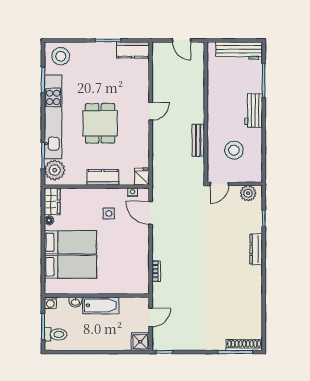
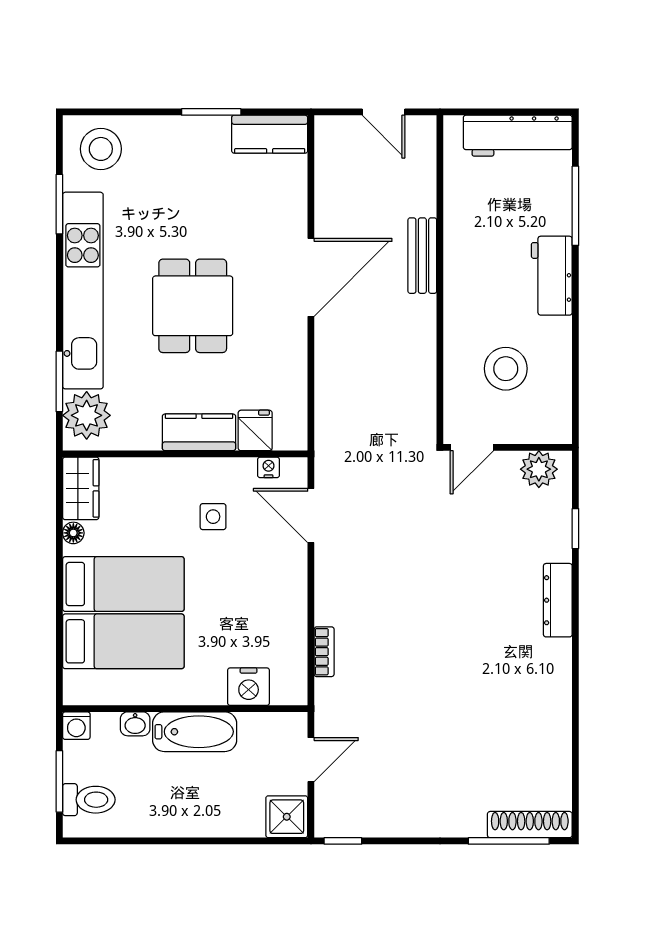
door: (151, 111) -> (311, 277), width x1.88
bench: (198, 140) -> (422, 256), moved
fridge: (142, 177) -> (255, 430), moved
nightstand: (124, 286) -> (249, 687), added

